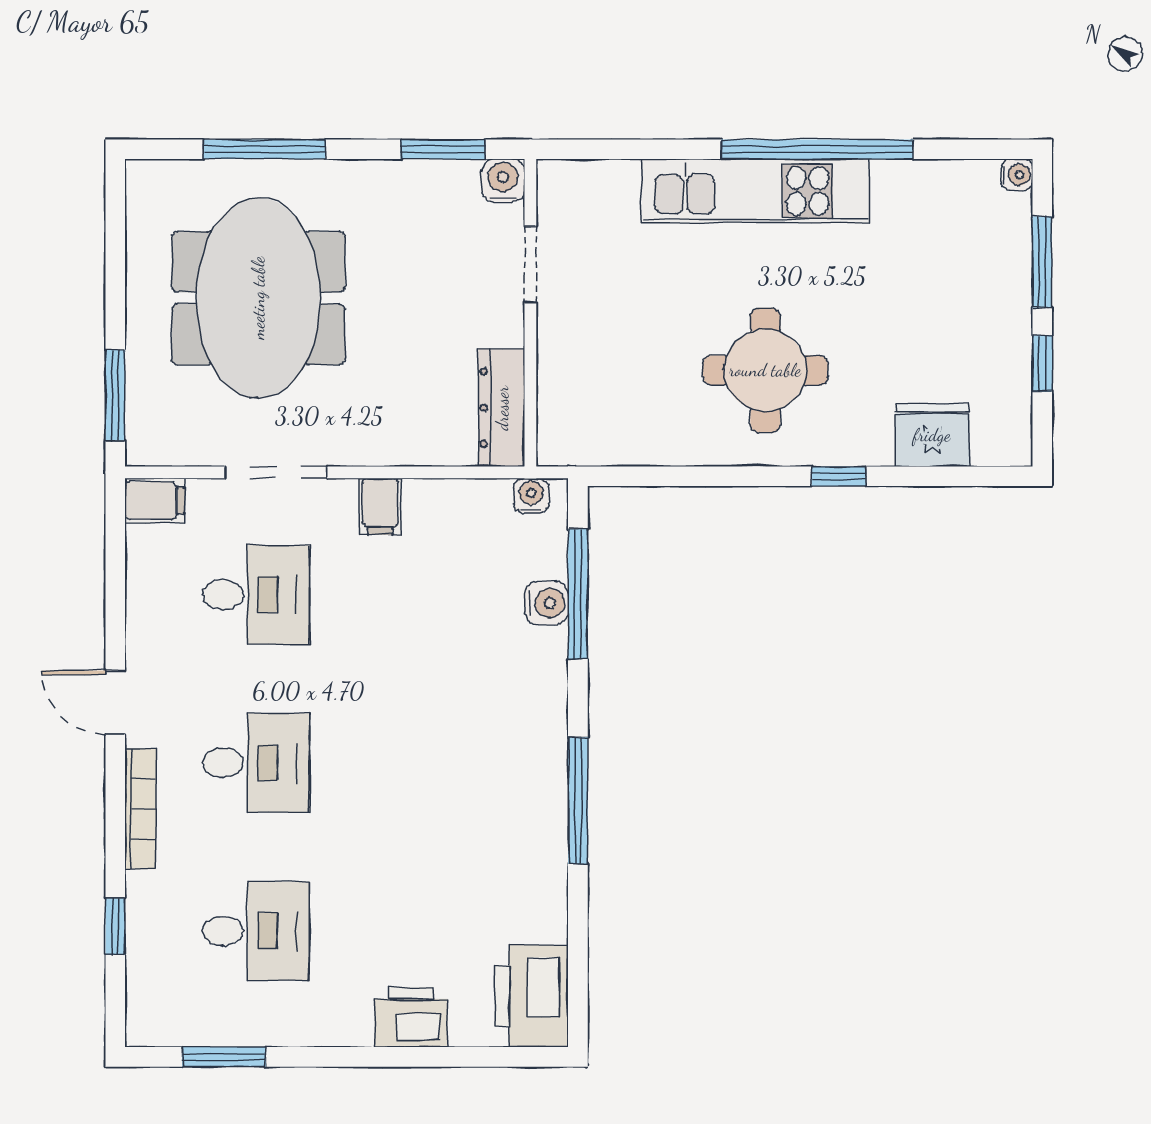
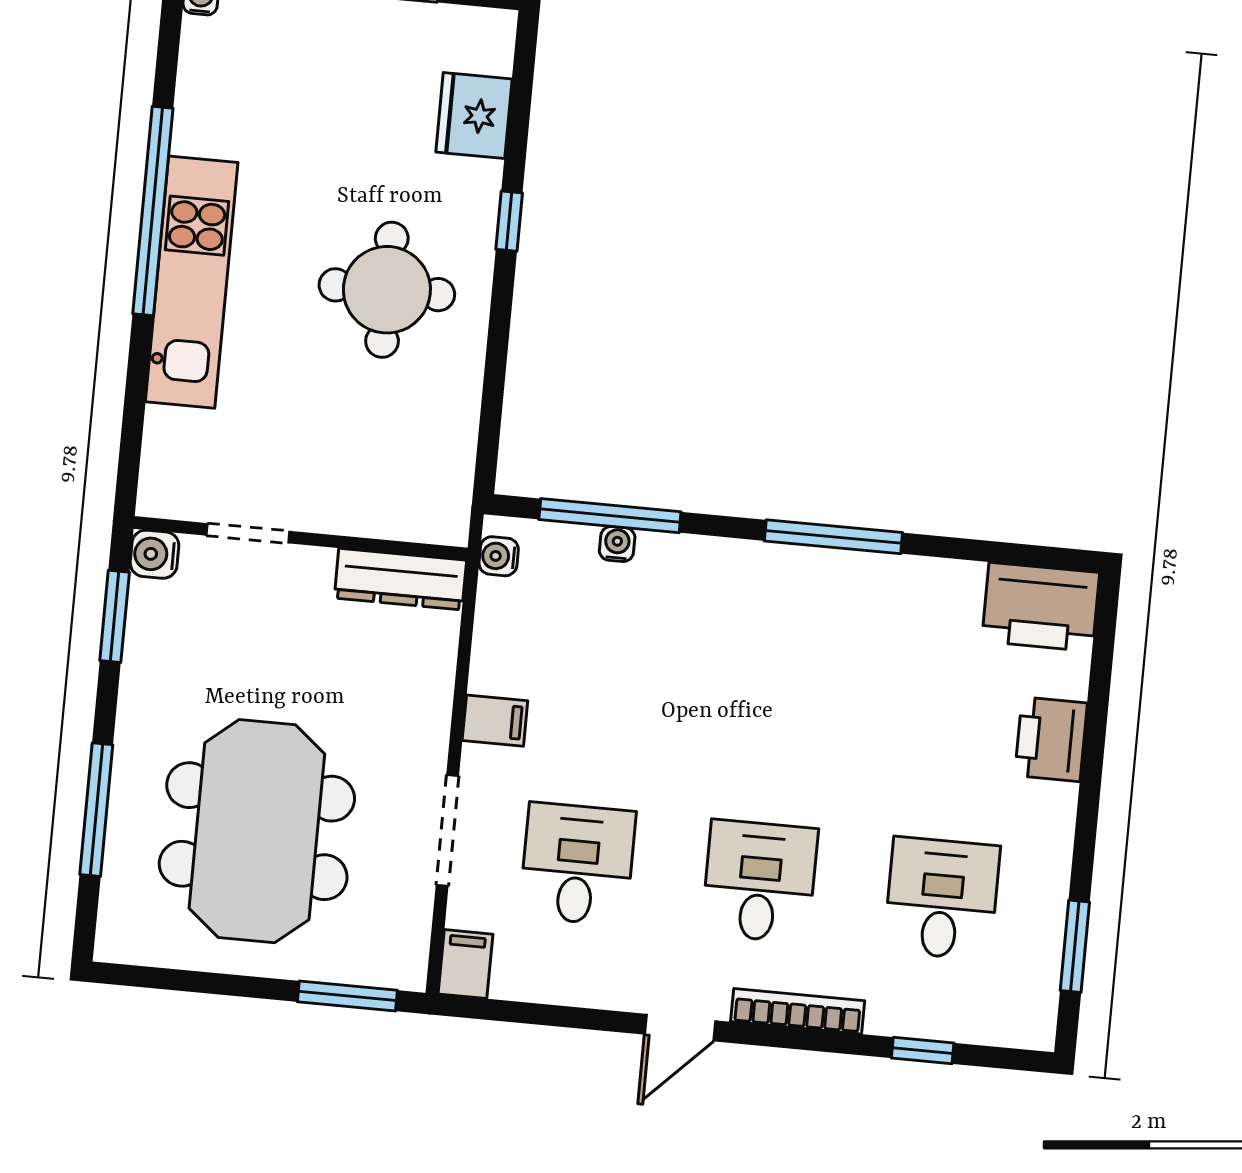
meeting table: (258, 298) -> (257, 831), turned 90
water cooler: (546, 603) -> (617, 544), width x0.72, depth x0.72

